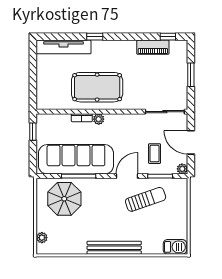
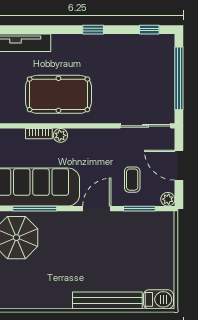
window: (95, 37) -> (93, 30), moved
piano: (153, 47) -> (130, 43), removed
window: (191, 75) -> (179, 78), width x2.11
sun lounger: (146, 199) -> (121, 238), removed
bench: (114, 248) -> (107, 300), moved

